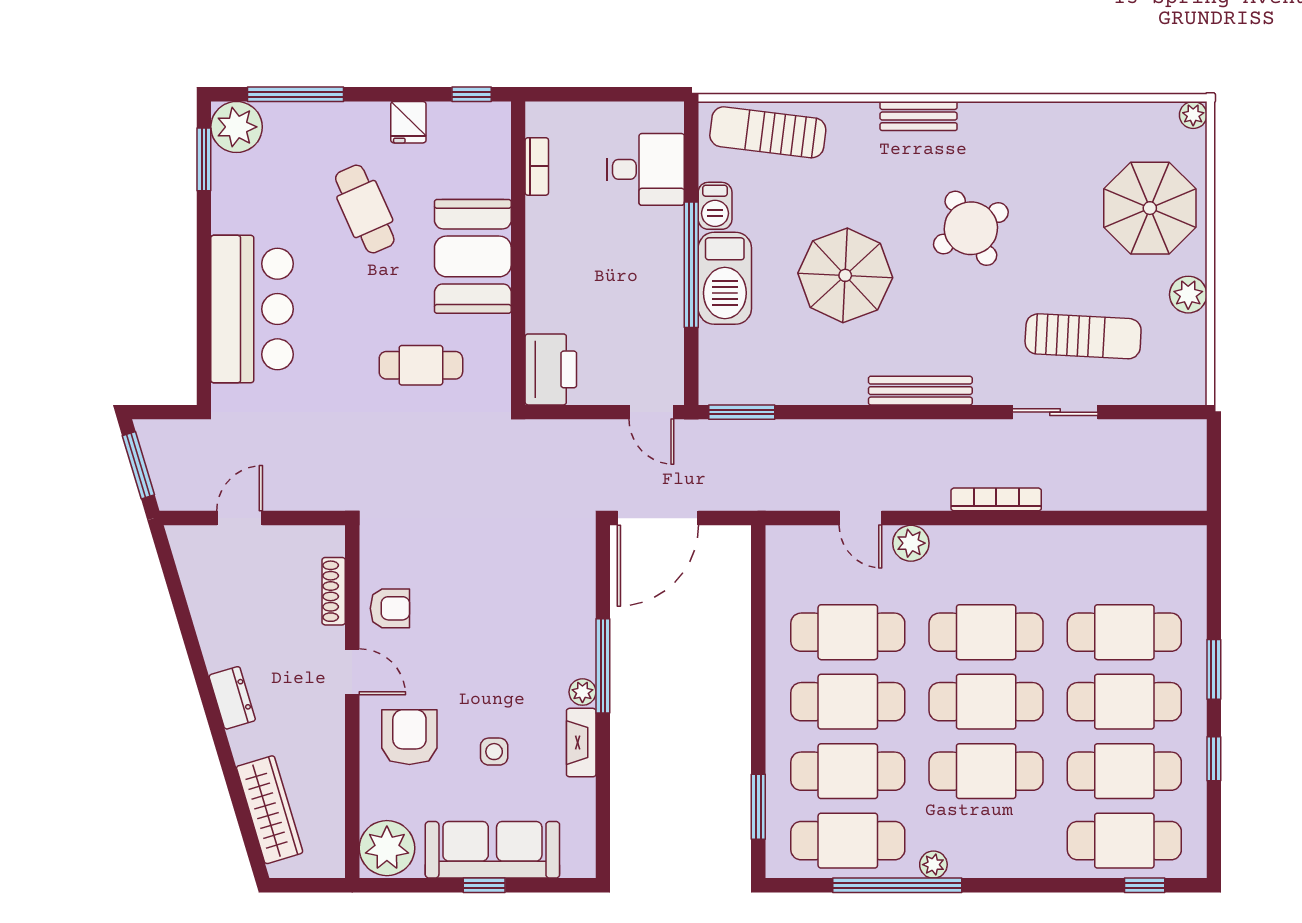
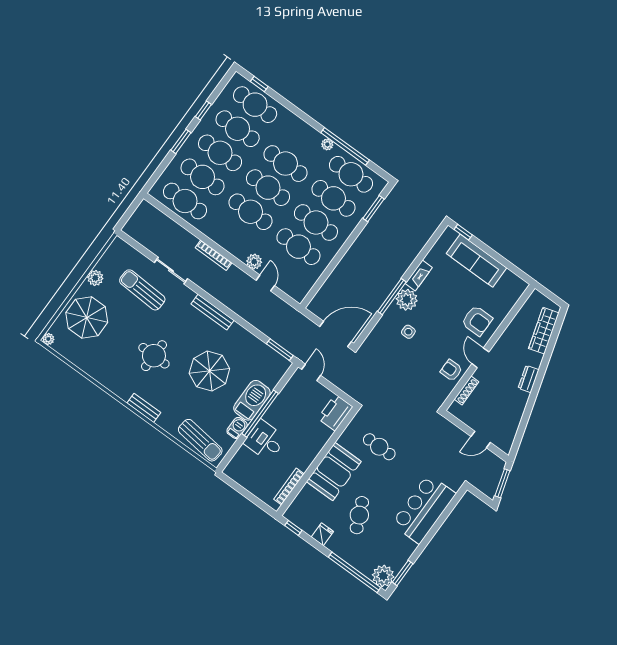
window: (295, 94) -> (354, 572), width x1.46
bookcase: (537, 166) -> (289, 487), width x1.56
desk: (645, 169) -> (265, 440), moved
round table: (971, 228) -> (154, 356), turned 31
cafe table: (1124, 563) -> (185, 201), added
plant: (582, 692) -> (407, 300), width x1.88, depth x1.88
armchair: (409, 737) -> (477, 321), turned -90
side table: (494, 752) -> (408, 332), moved
plant: (387, 848) -> (513, 288), removed
window: (484, 885) -> (463, 232), moved

